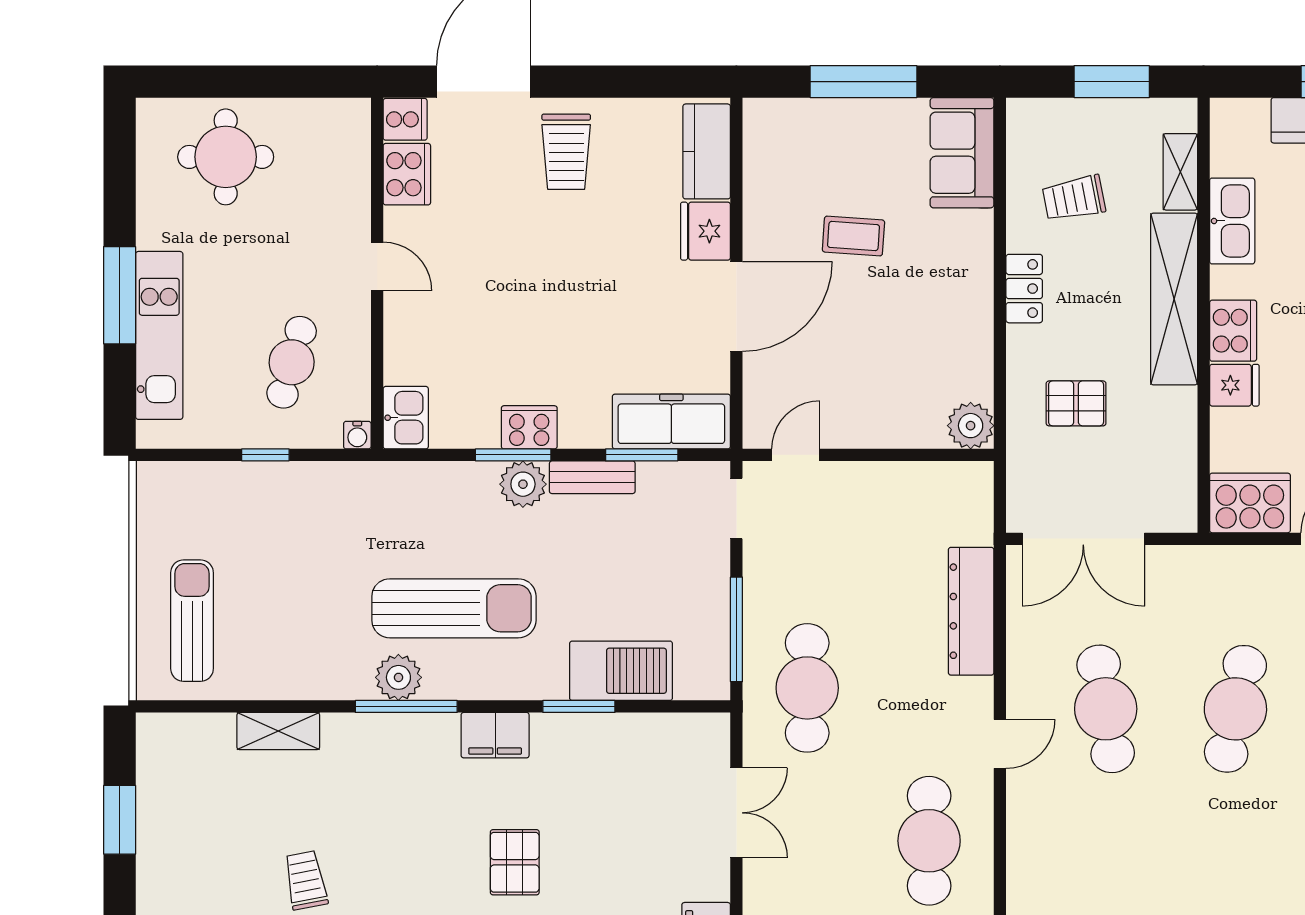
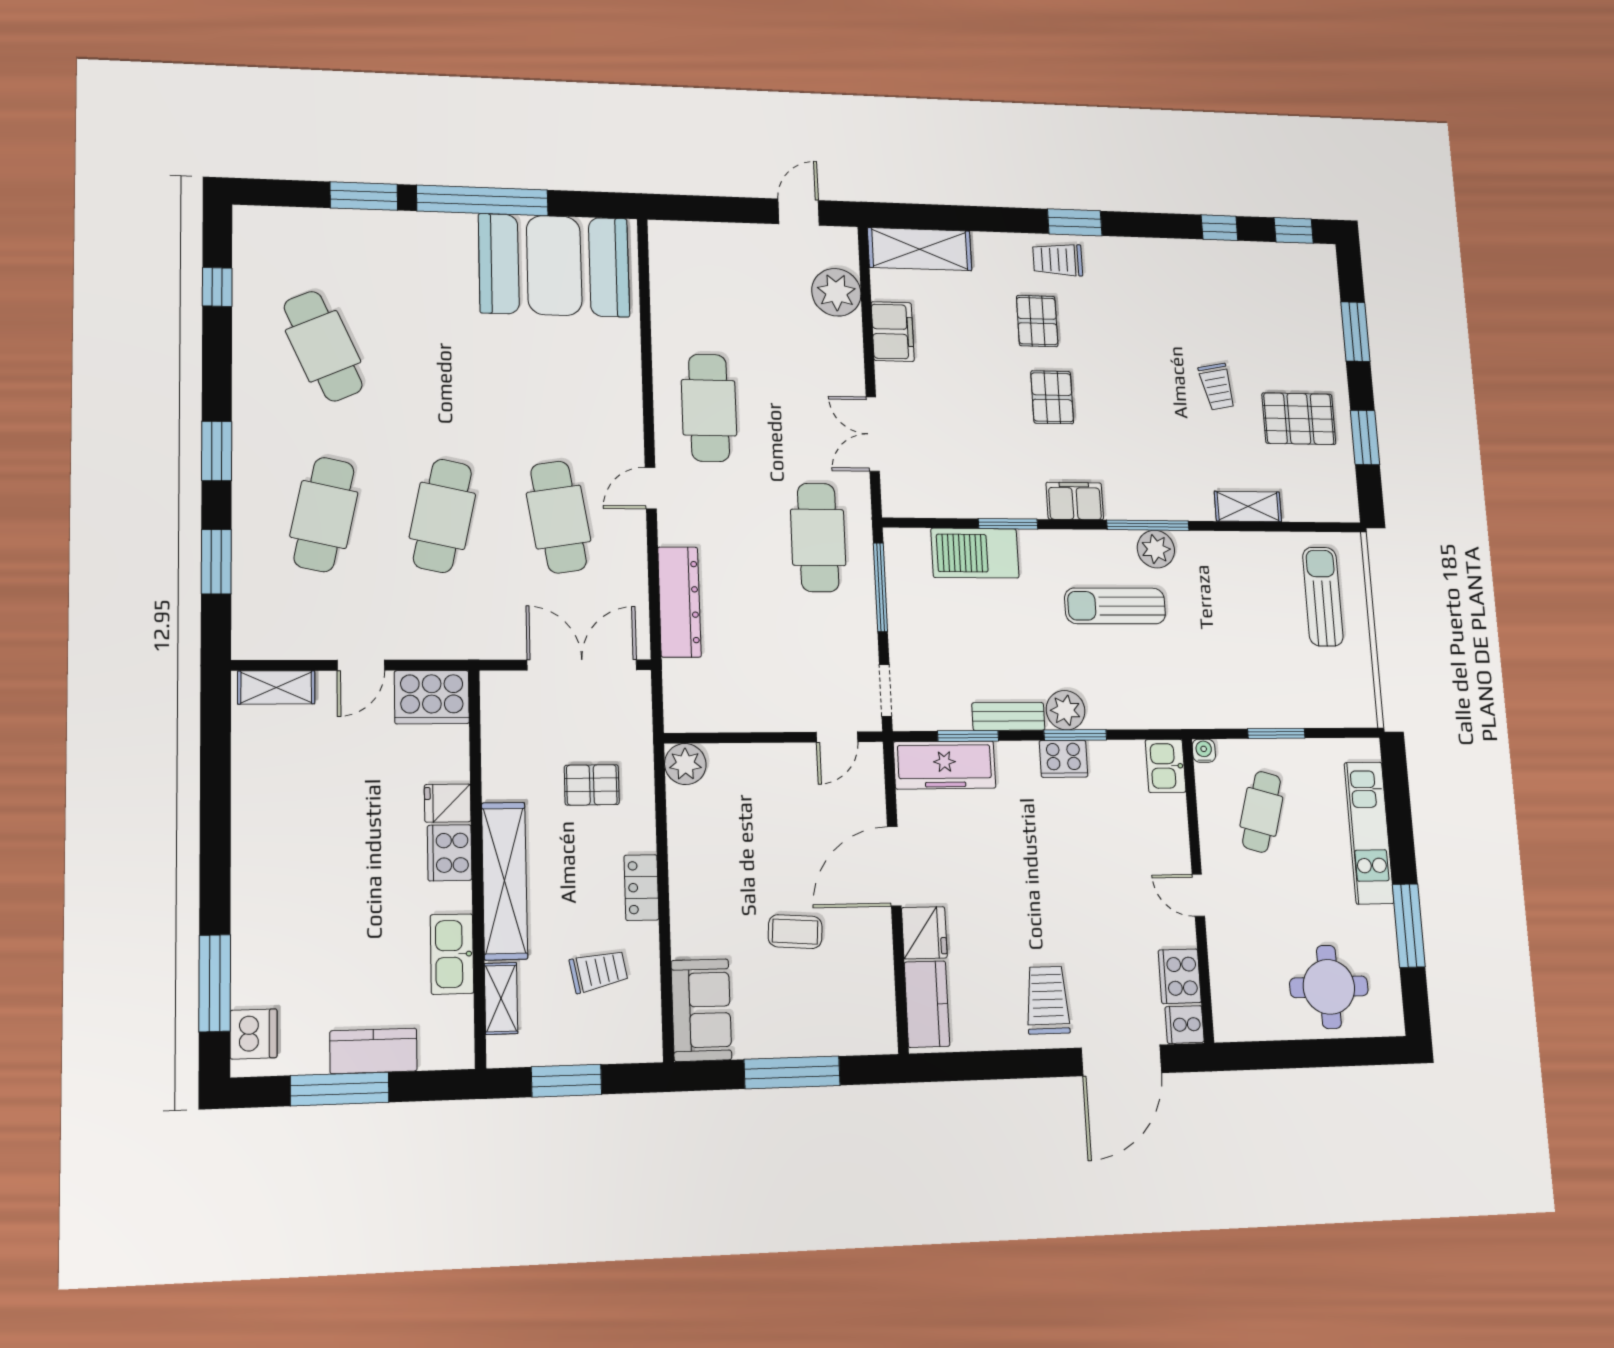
window: (120, 295) -> (1409, 925), moved
window: (265, 455) -> (1276, 733), width x1.50
sun lounger: (454, 608) -> (1115, 606), width x0.73, depth x0.75
sun lounger: (192, 621) -> (1323, 597), turned 180
pallet: (204, 842) -> (1299, 419), added

